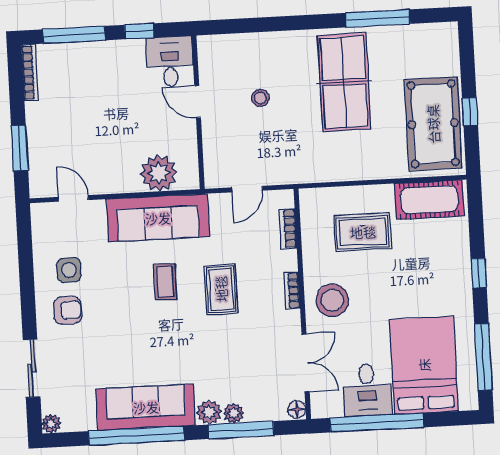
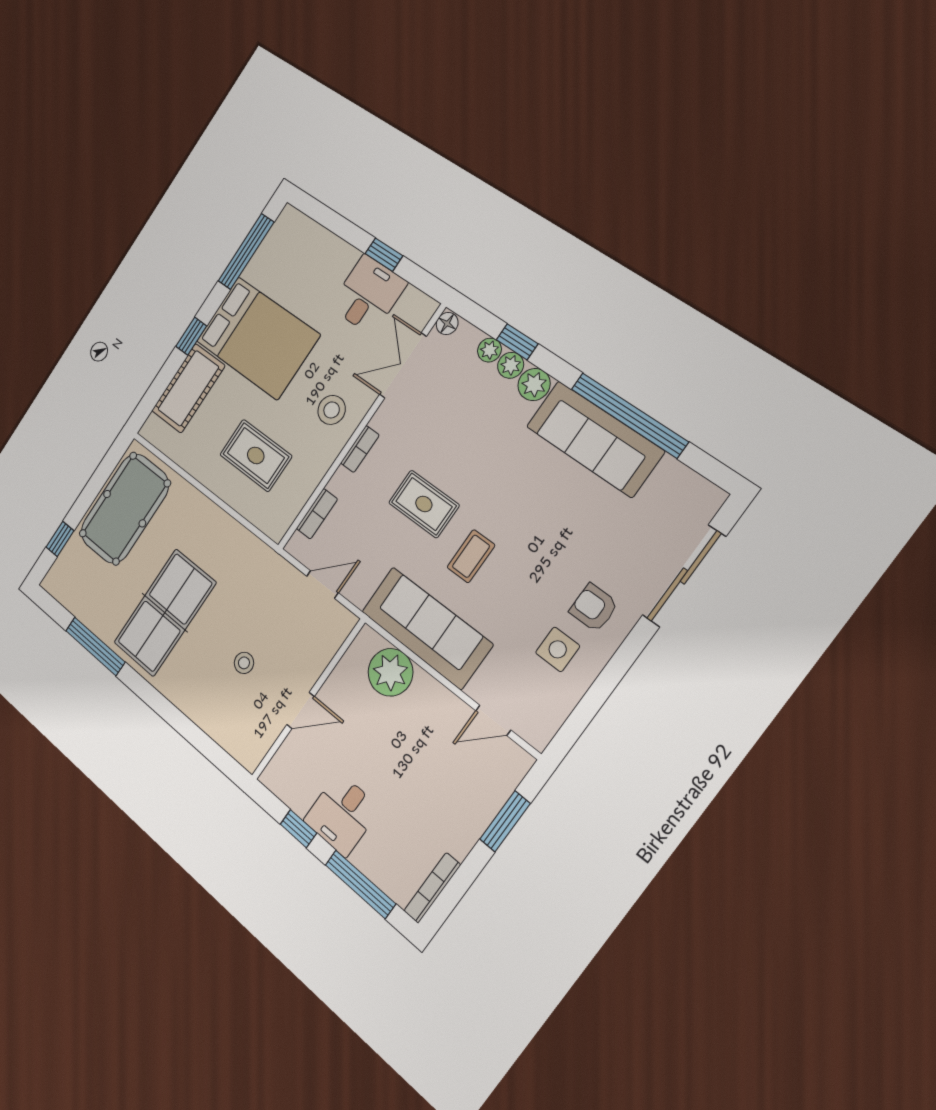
desk: (170, 62) -> (342, 814), moved
door: (198, 102) -> (300, 711), hinge flipped
window: (470, 112) -> (60, 539), moved
door: (73, 198) -> (493, 720), hinge flipped
cot: (429, 200) -> (188, 388), moved, turned 90
rug: (221, 289) -> (424, 504), turned 90
stool: (332, 300) -> (332, 410), width x0.73, depth x0.73
bed: (424, 365) -> (258, 338), moved, turned -90
sliding door: (32, 368) -> (684, 576), width x1.37
window: (377, 423) -> (384, 255), width x0.32
plant: (51, 424) -> (489, 350), moved
window: (241, 430) -> (517, 342), width x0.46

